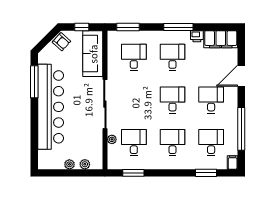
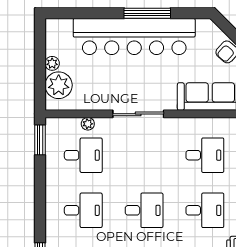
window: (34, 82) -> (147, 13), moved
sliding door: (105, 104) -> (138, 114), width x0.73
plant: (85, 164) -> (59, 85), width x1.88, depth x1.88
window: (133, 173) -> (40, 140), moved

